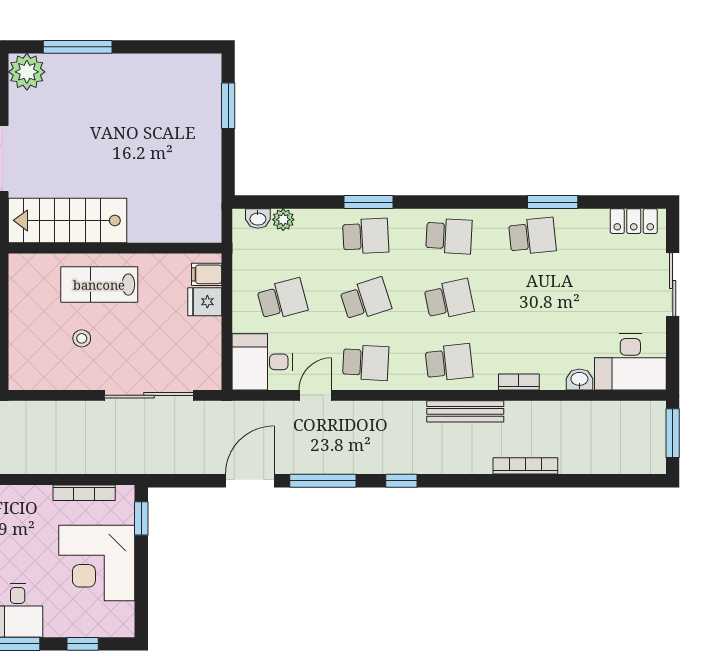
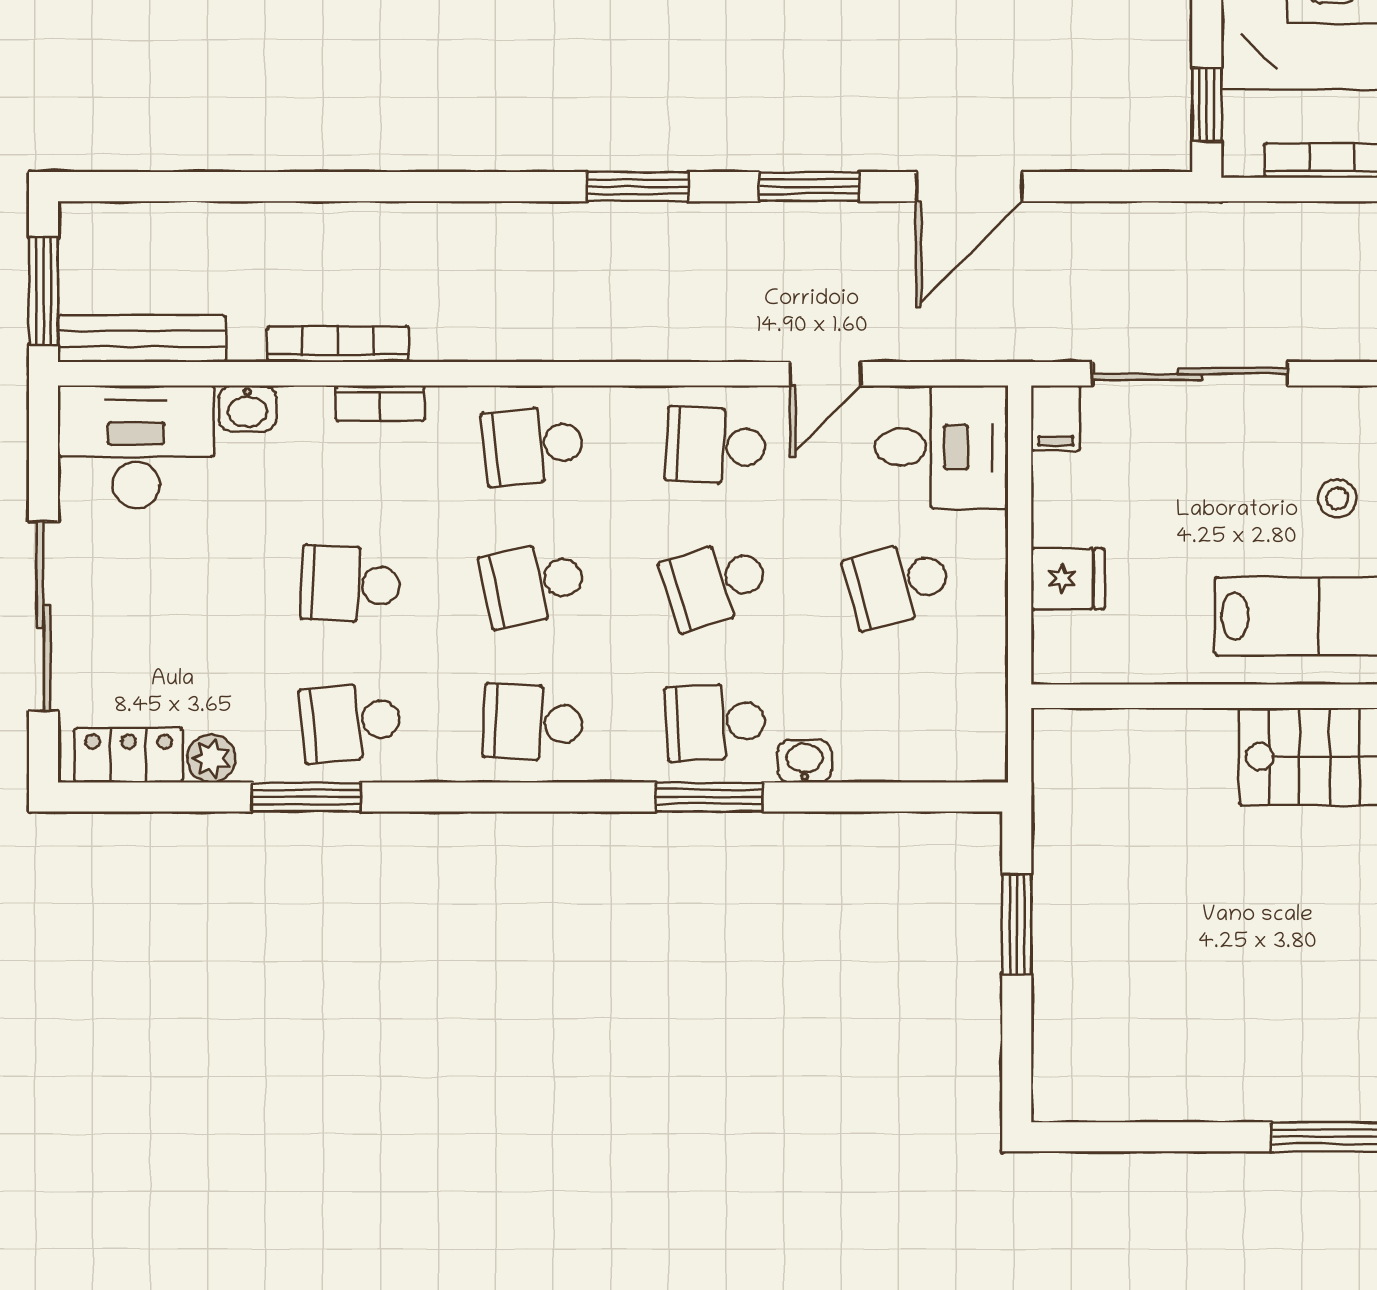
window: (228, 106) -> (1017, 924), moved
washbasin: (258, 218) -> (804, 761), moved
plant: (283, 220) -> (211, 759), moved
filing cabinet: (207, 274) -> (1056, 418), moved, turned 90
sliding door: (673, 285) -> (44, 616), width x1.37
school desk: (532, 299) -> (351, 584), added
bench: (465, 411) -> (142, 339), moved
bookcase: (525, 466) -> (338, 344), moved, turned 180
window: (323, 481) -> (809, 187), width x0.69
window: (401, 481) -> (638, 187), width x1.50

